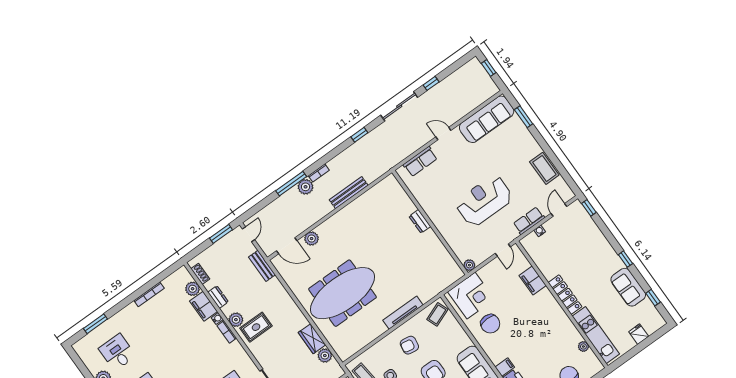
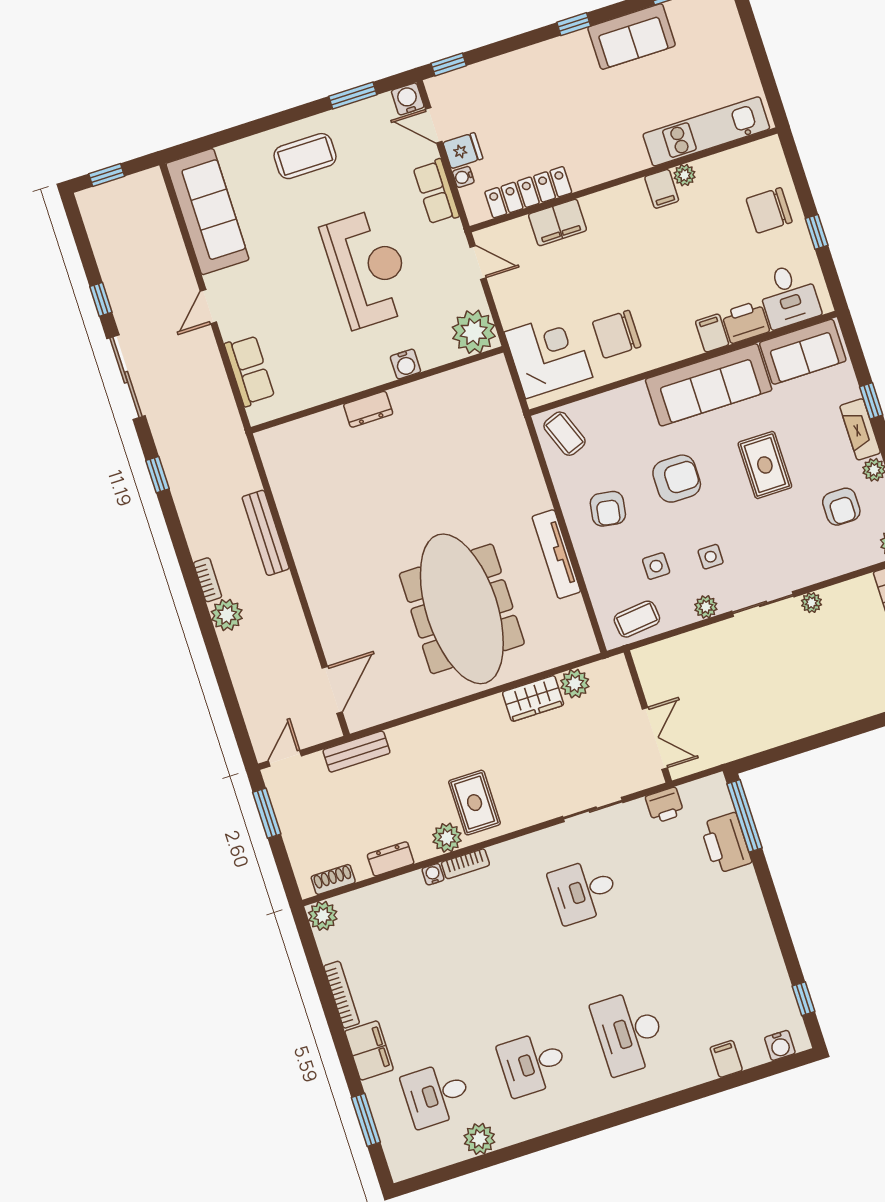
window: (524, 117) -> (353, 95), moved
coffee table: (544, 168) -> (305, 156), moved
window: (291, 184) -> (211, 641), removed
water cooler: (567, 194) -> (408, 99), added
reception desk: (484, 201) -> (368, 268), turned 180
water cooler: (446, 232) -> (405, 364), added
door: (249, 234) -> (285, 758), hinge flipped
plant: (312, 239) -> (334, 636), removed
plant: (469, 265) -> (474, 332), width x1.88, depth x1.88
plant: (193, 289) -> (323, 916), moved
locker: (565, 295) -> (528, 192), moved
filing cabinet: (204, 306) -> (369, 1050), moved, turned -90
tv unit: (403, 313) -> (556, 554), moved
filing cabinet: (563, 323) -> (662, 189), added
chair: (490, 324) -> (617, 334), turned 180
fridge: (639, 334) -> (463, 151), moved, turned 180
plant: (583, 346) -> (685, 175), moved

